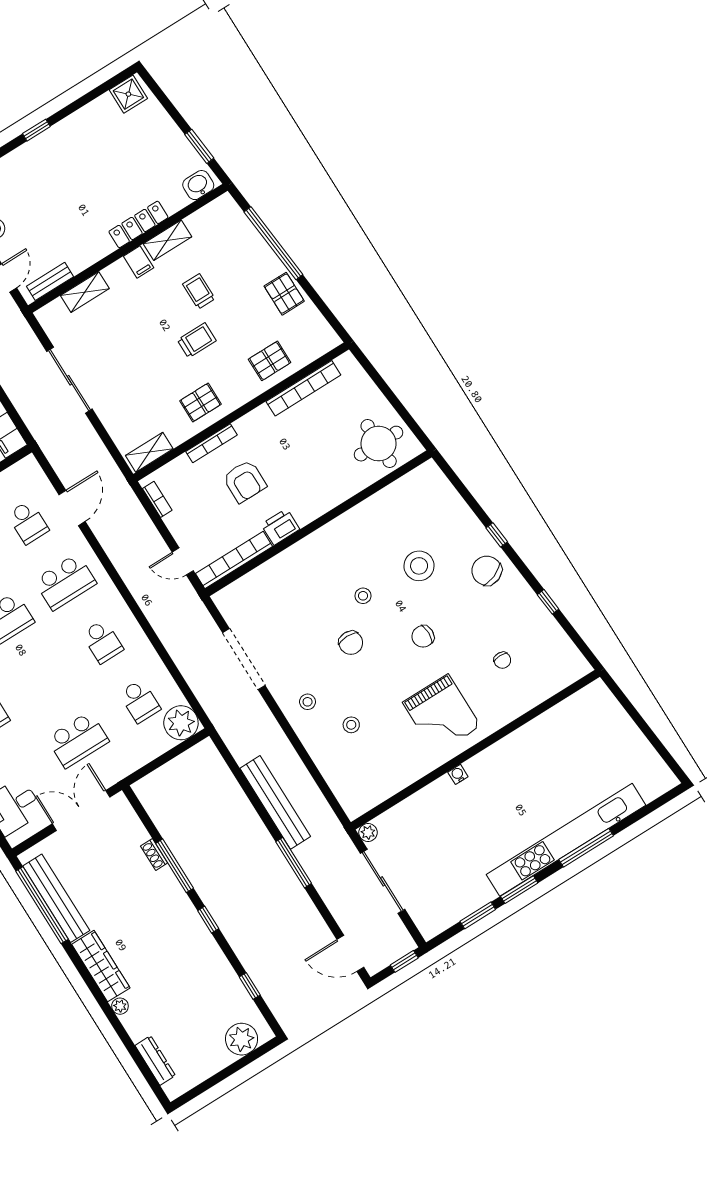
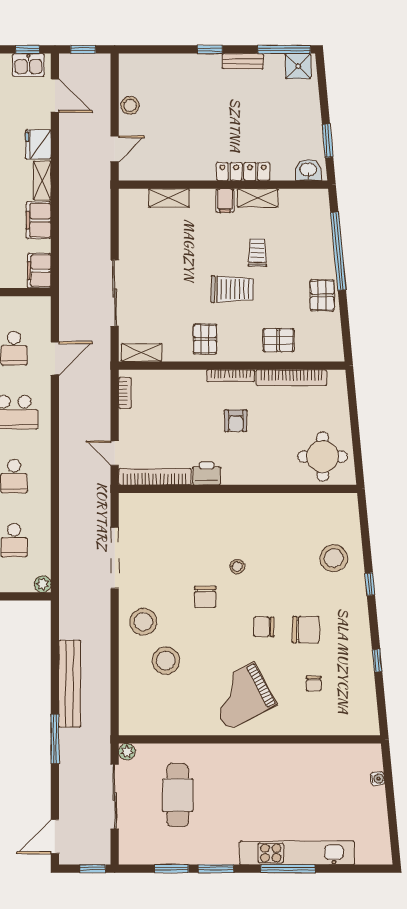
window: (106, 87) -> (284, 49), added
bench: (50, 281) -> (243, 61), moved
trolley: (197, 340) -> (232, 289), width x1.36, depth x1.39
sliding door: (69, 380) -> (115, 293), moved
pallet: (200, 402) -> (205, 339), turned 90
bookcase: (211, 443) -> (231, 376), moved
armchair: (245, 481) -> (236, 421), moved, width x0.72, depth x0.72
stool: (419, 566) -> (334, 558), moved
chair: (487, 571) -> (306, 630), moved, turned 112
stool: (308, 702) -> (143, 622), width x1.89, depth x1.89
grand piano: (442, 714) -> (241, 696), turned 62
plant: (181, 723) -> (43, 584), width x0.53, depth x0.53
stool: (351, 725) -> (166, 661), width x1.89, depth x1.89
water cooler: (458, 774) -> (378, 779), moved, turned 85
kitchen unit: (566, 840) -> (297, 853), width x0.73
cafe table: (440, 843) -> (178, 795), added
door: (350, 953) -> (55, 837), hinge flipped

